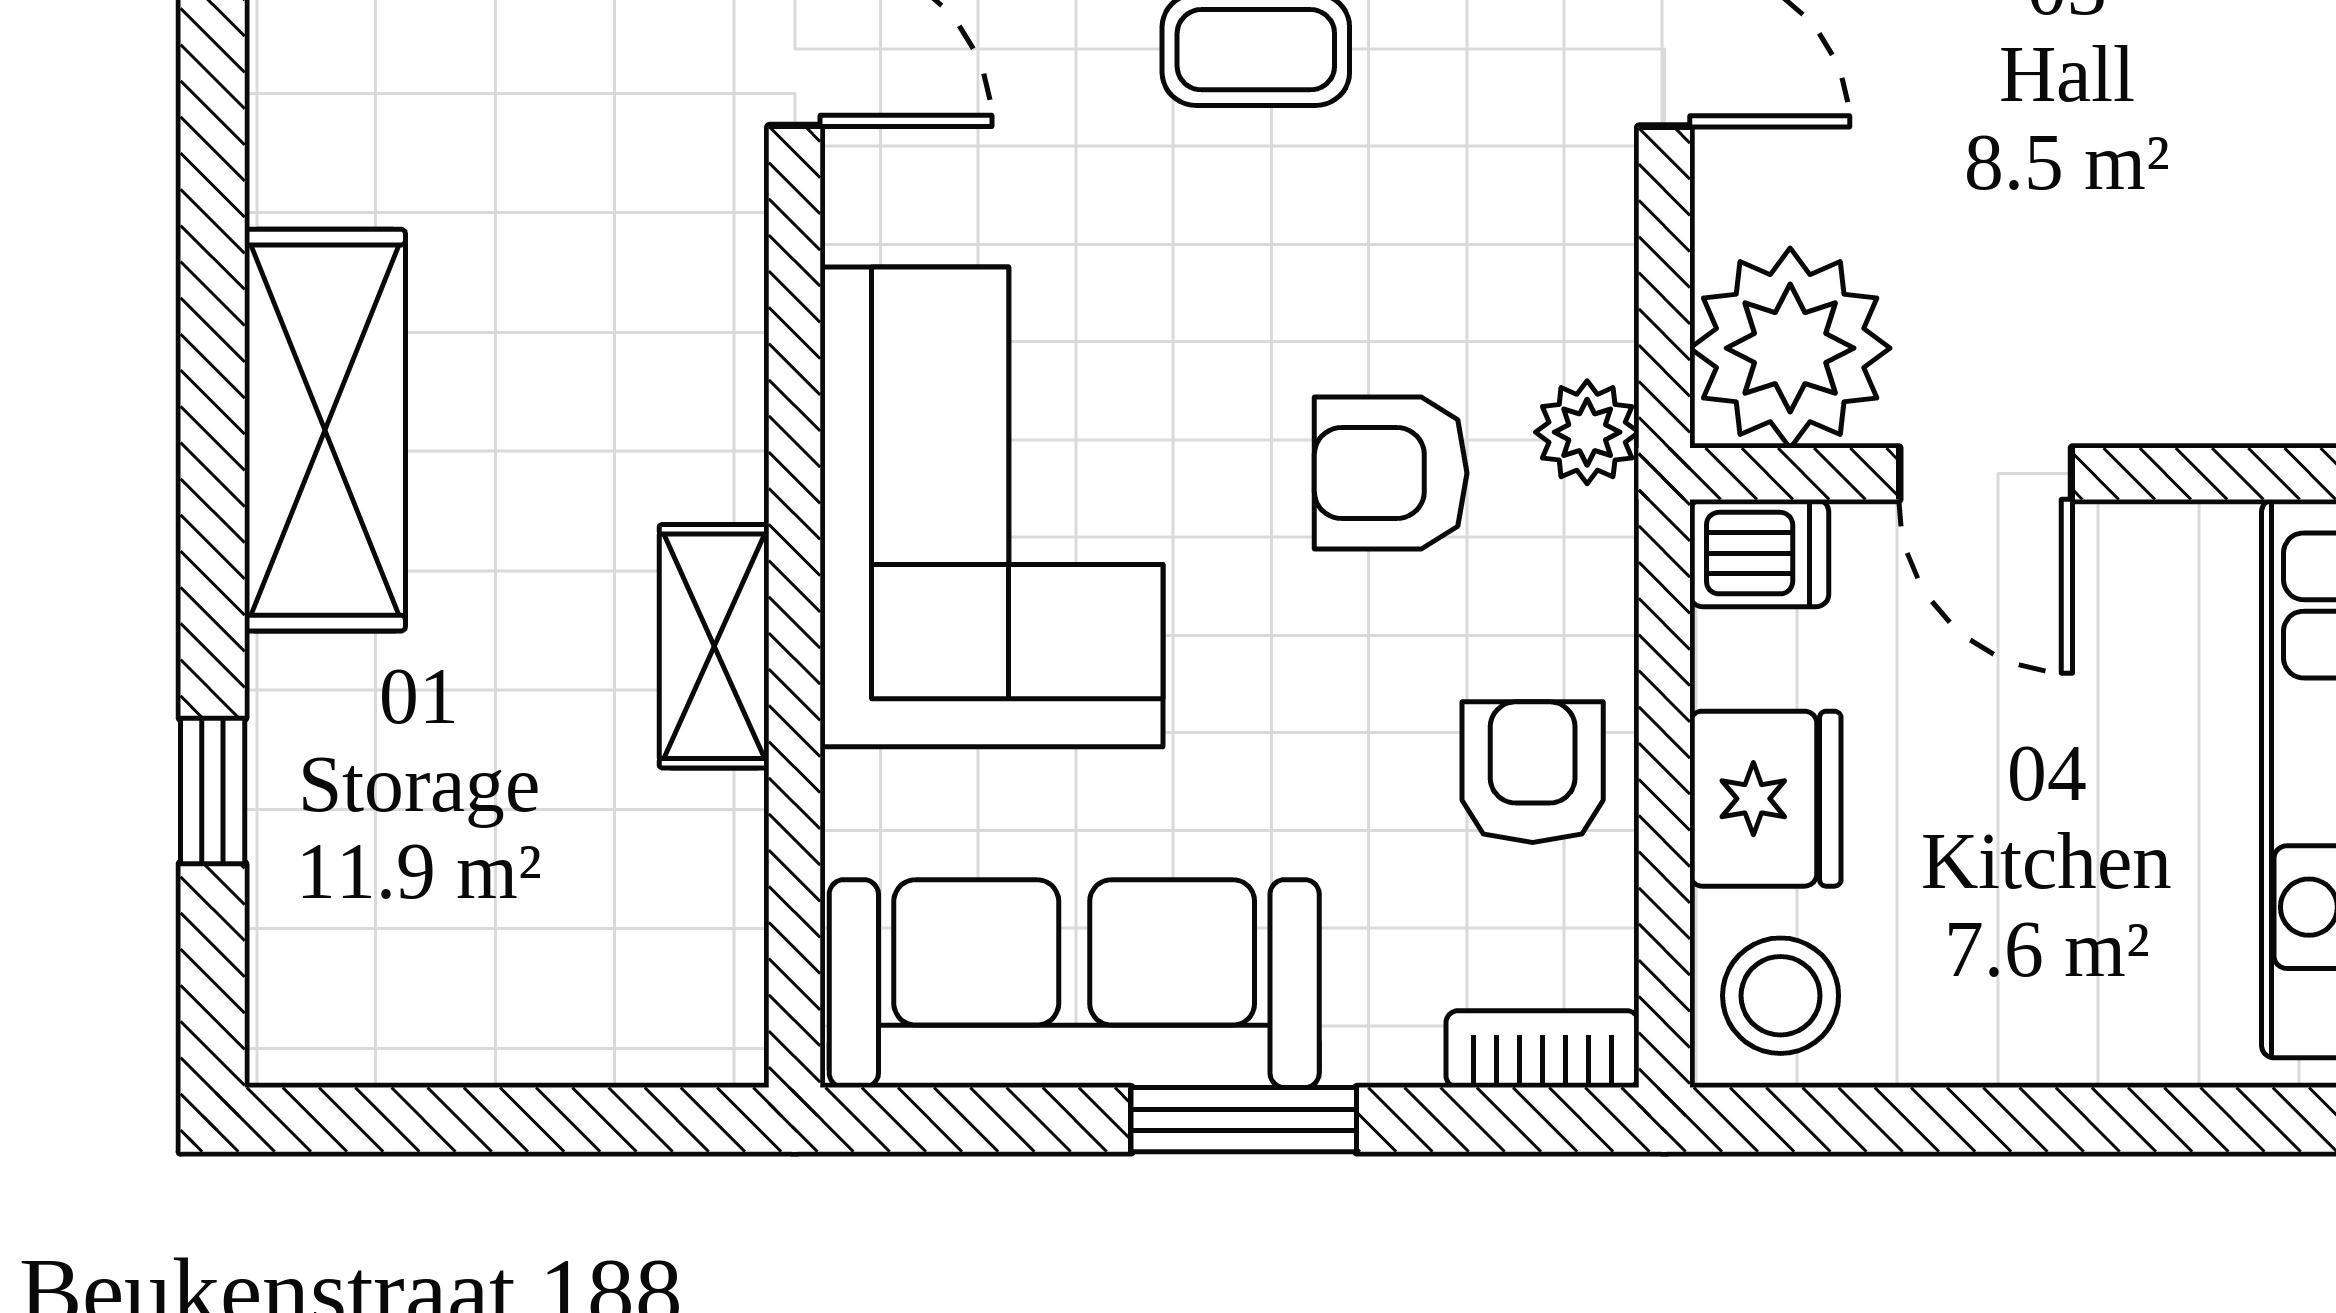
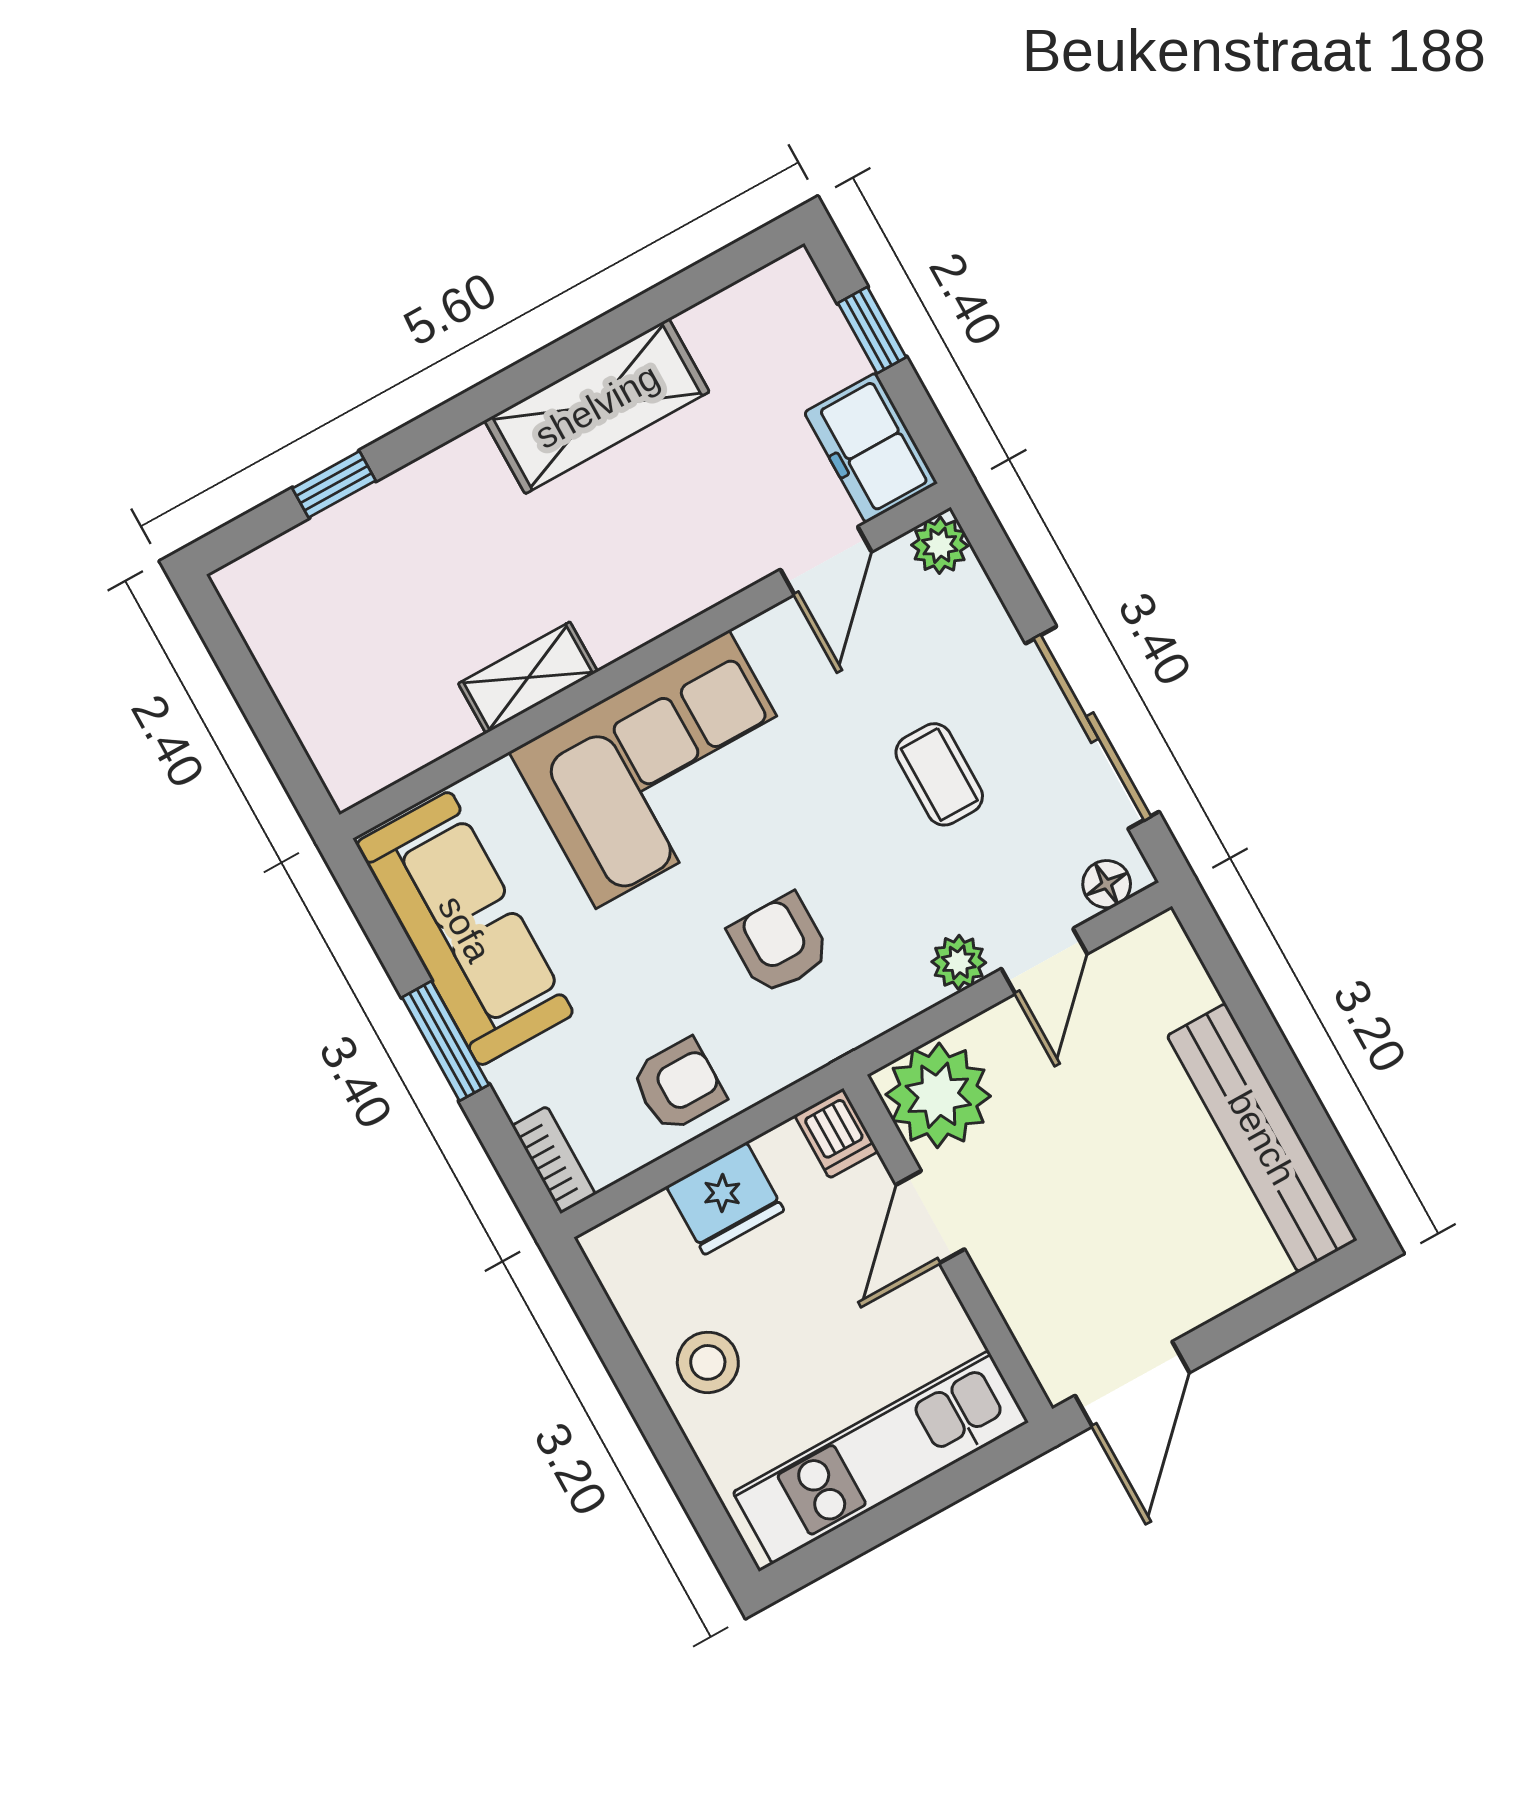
shelving: (325, 430) -> (597, 406), moved
plant: (1587, 432) -> (959, 962), moved
stool: (1781, 996) -> (708, 1362), moved

